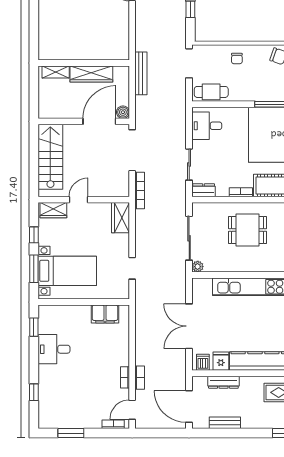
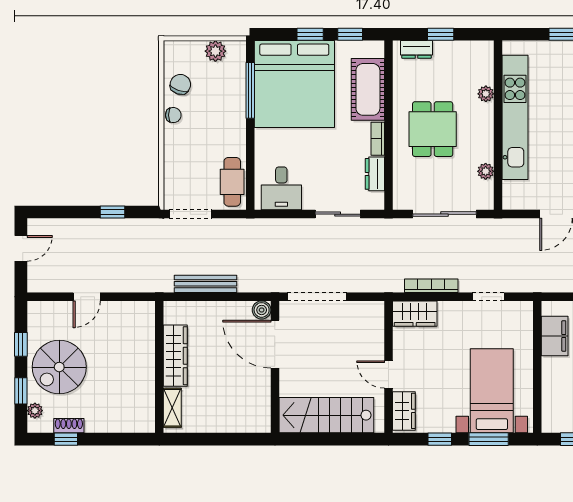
chair: (237, 59) -> (173, 115), moved
wall: (84, 63) -> (159, 367), moved
shelving: (56, 72) -> (172, 408), moved
wardrobe: (91, 74) -> (175, 356), moved
dresser: (204, 190) -> (375, 174), moved
bookcase: (140, 191) -> (431, 286), moved
plant: (198, 267) -> (486, 171), moved
plant: (272, 267) -> (486, 94), added

